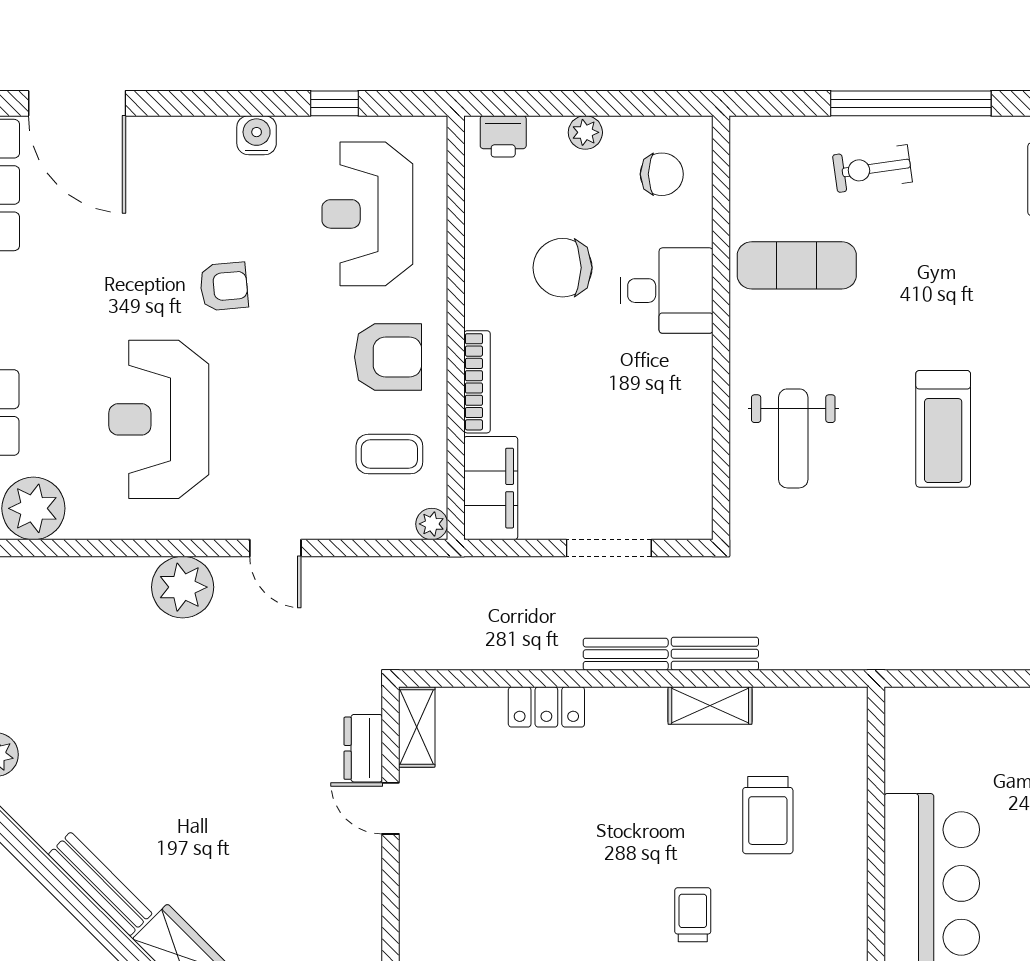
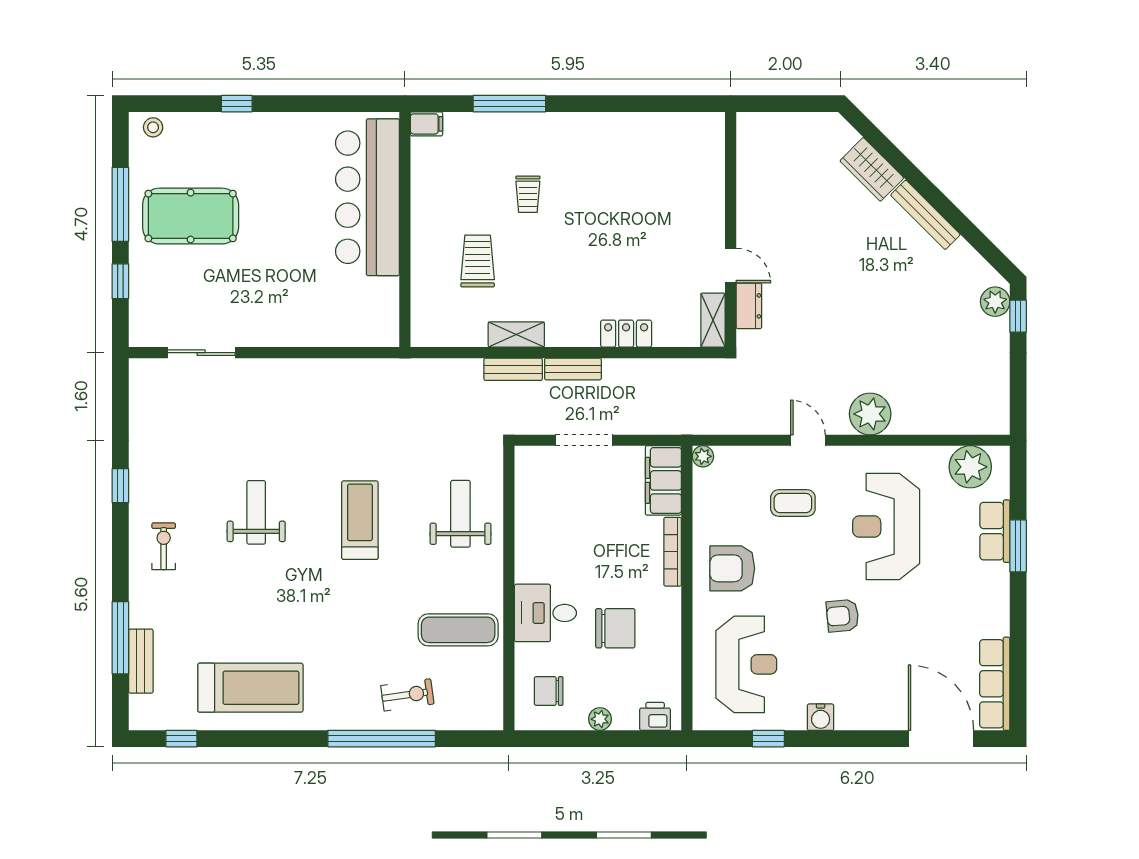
reception desk: (159, 419) -> (886, 527), turned 180
coffee table: (389, 454) -> (793, 503), moved

